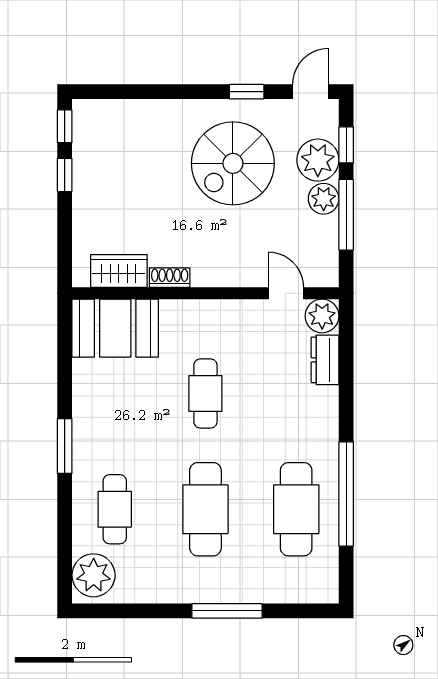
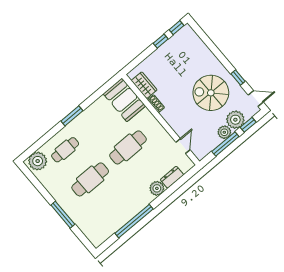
plant: (322, 316) -> (157, 188), moved
cafe table: (205, 393) -> (128, 147), width x1.37, depth x1.35
cafe table: (296, 509) -> (115, 209), removed

